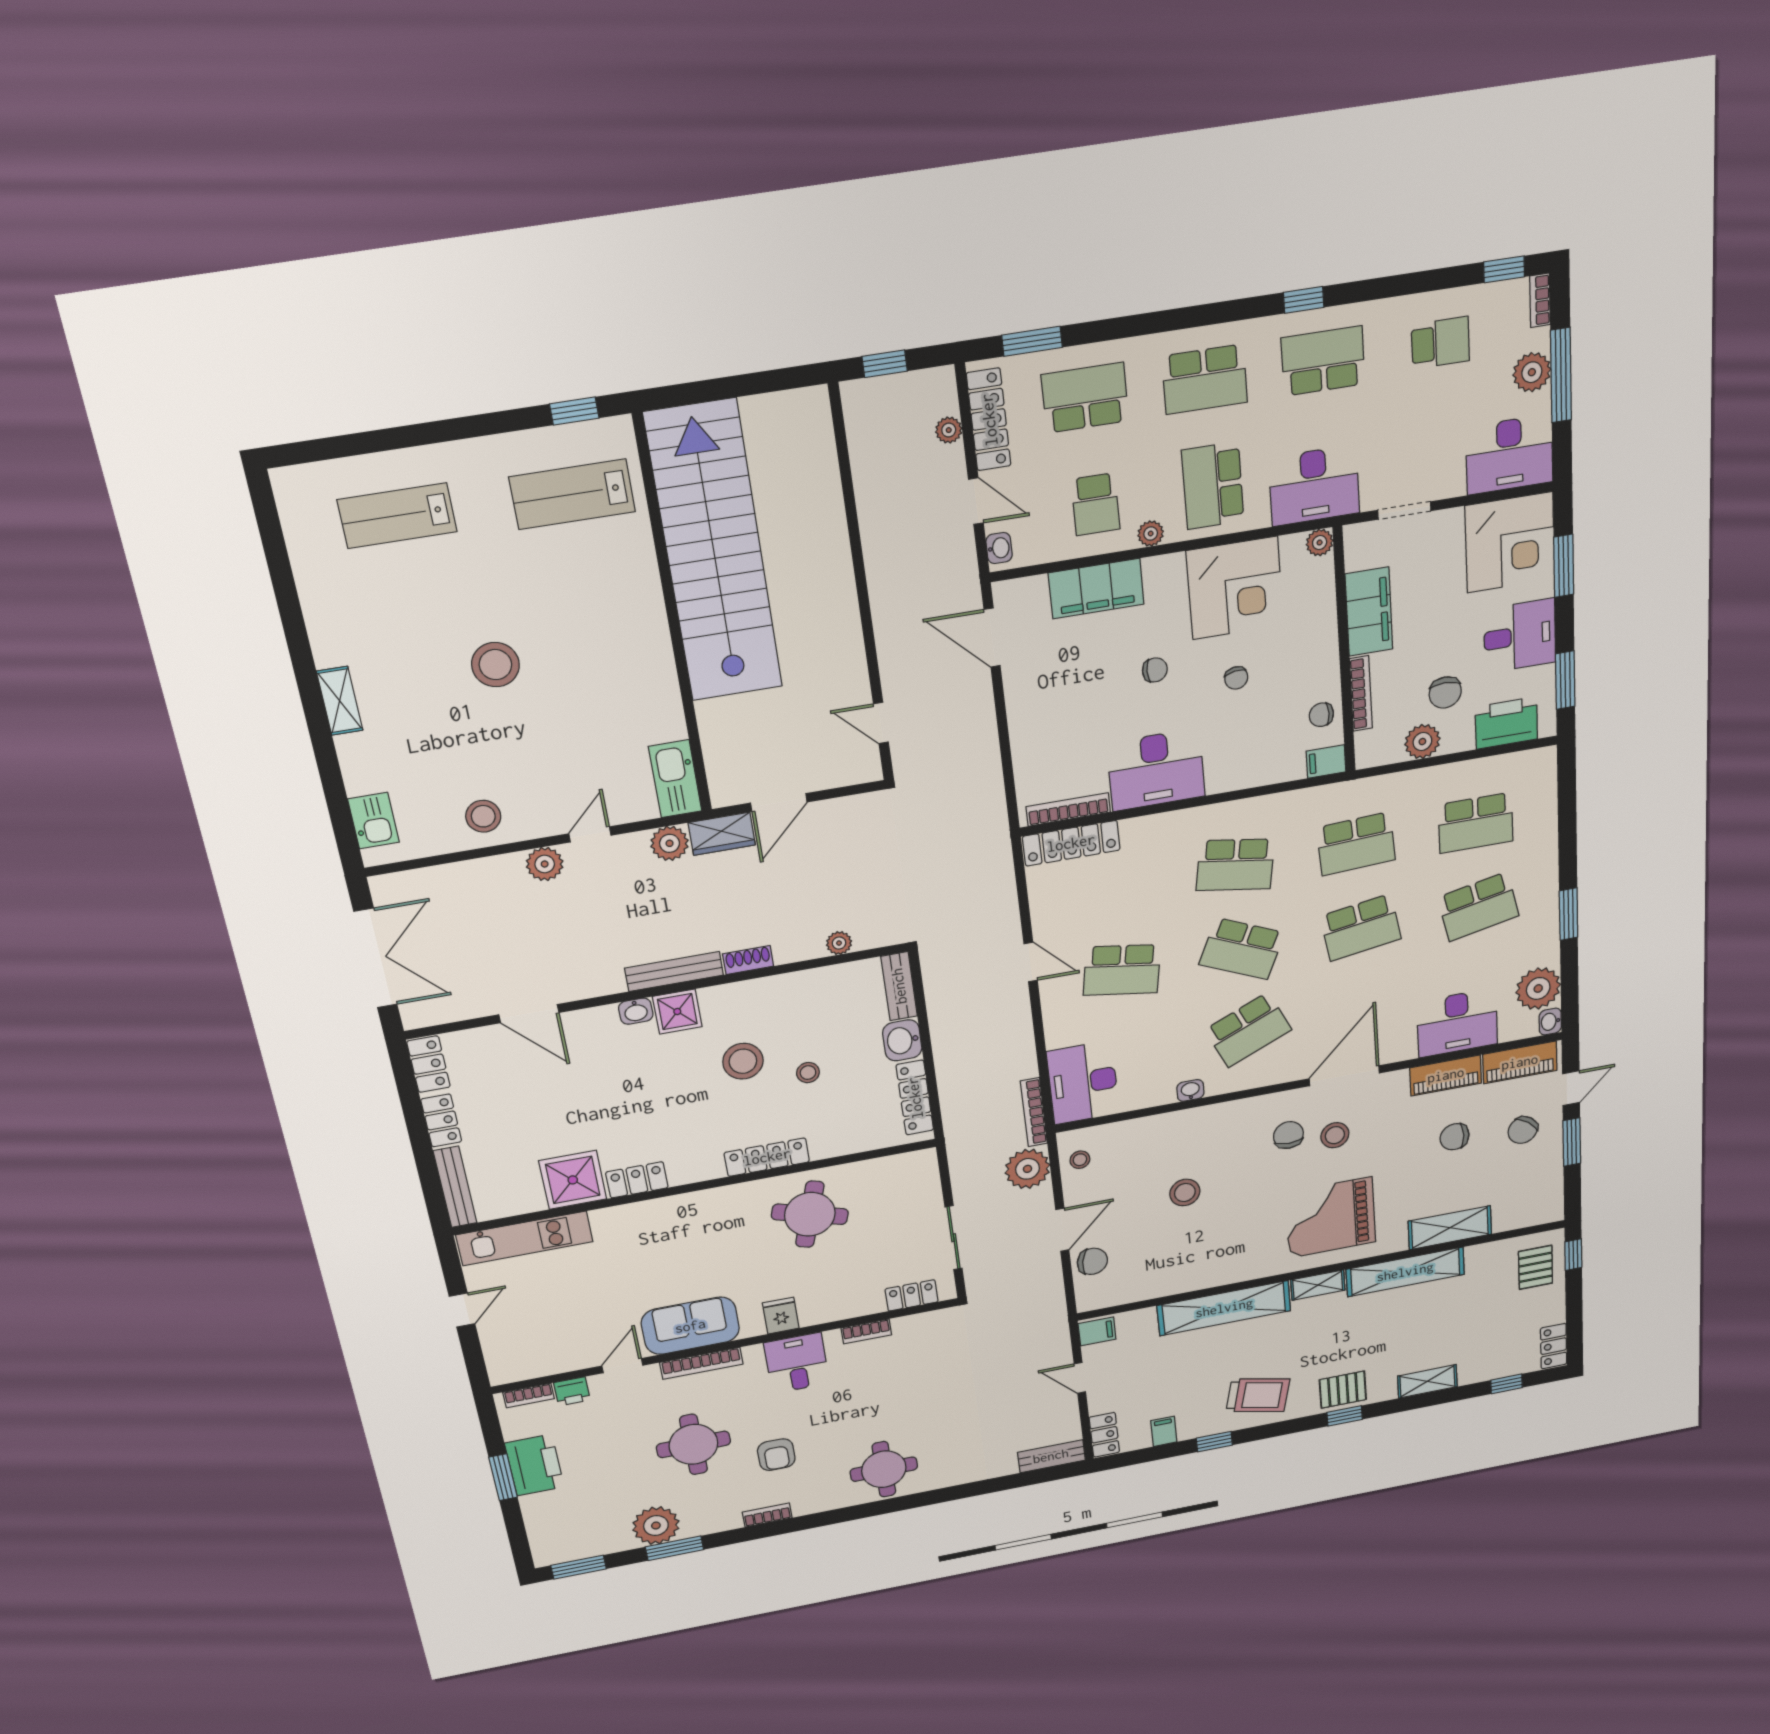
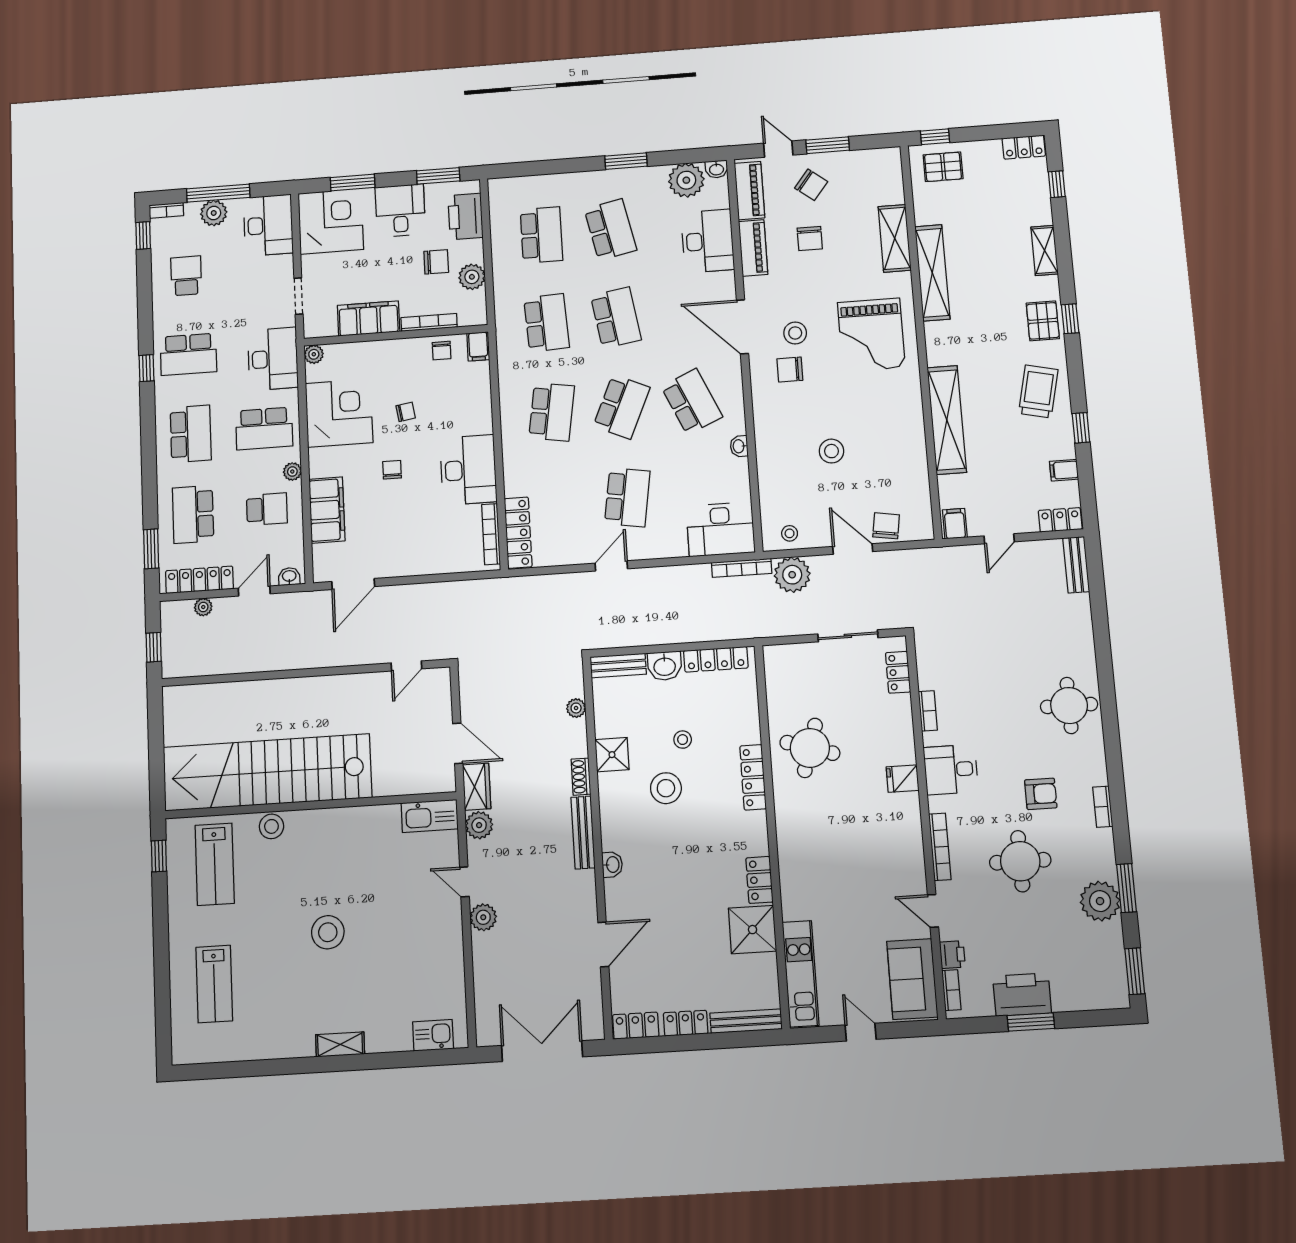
school desk: (1323, 361) -> (188, 354), turned -90
stool: (483, 816) -> (271, 826), moved
shower: (677, 1012) -> (612, 755), moved
shelving: (1318, 1285) -> (935, 344), removed
sofa: (690, 1326) -> (912, 979), moved

